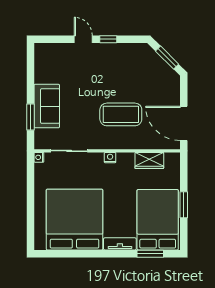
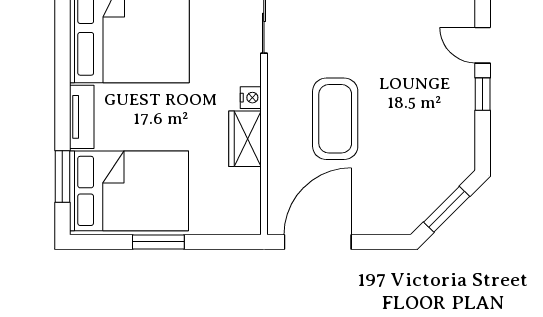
door: (83, 39) -> (483, 45), swing flipped
wardrobe: (149, 161) -> (245, 139), moved

